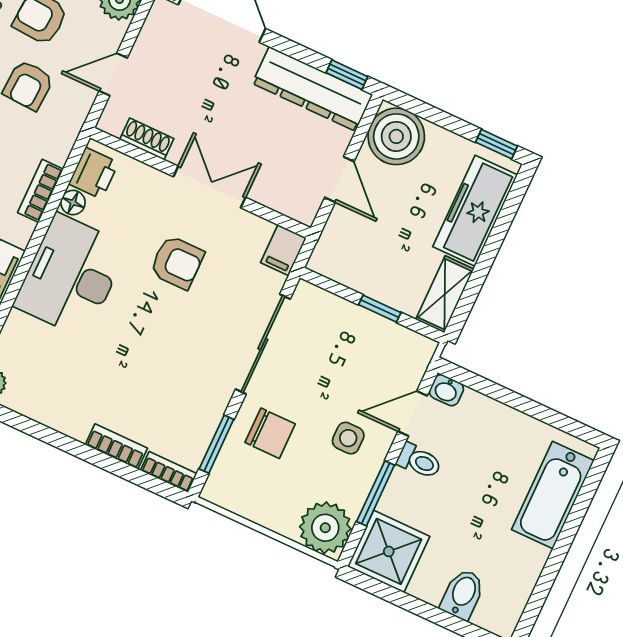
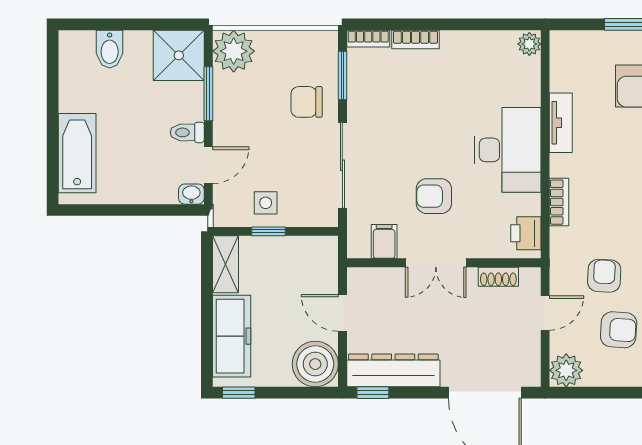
floor lamp: (73, 203) -> (531, 205), removed
filing cabinet: (283, 250) -> (384, 241), moved
side table: (348, 438) -> (266, 203), moved

